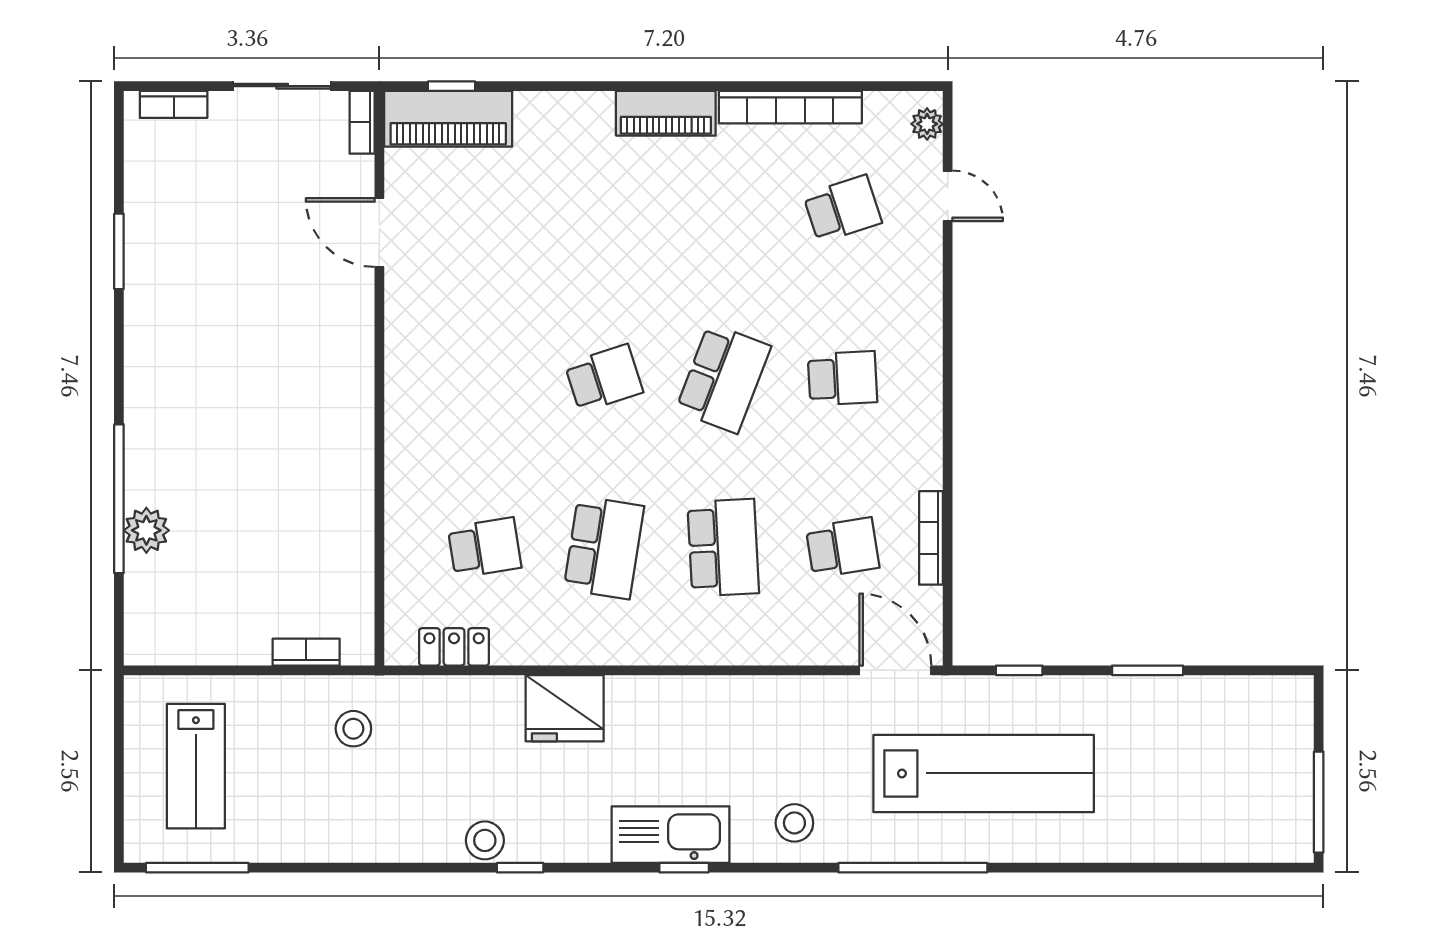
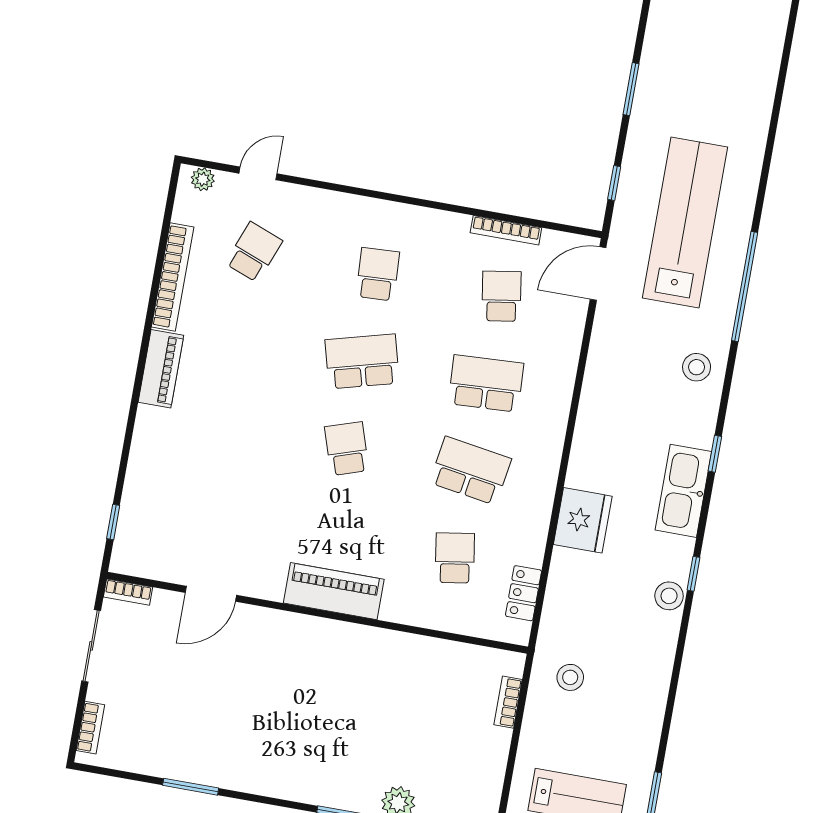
piano: (448, 119) -> (334, 591), moved, turned -90
school desk: (843, 209) -> (254, 252), turned 39
school desk: (723, 378) -> (362, 361), turned -36
kitchen sink: (671, 835) -> (683, 491), moved

